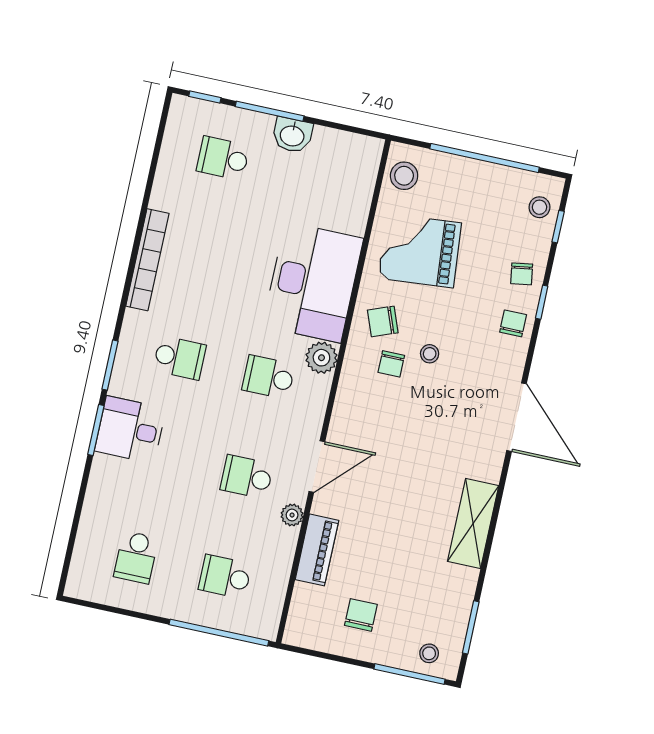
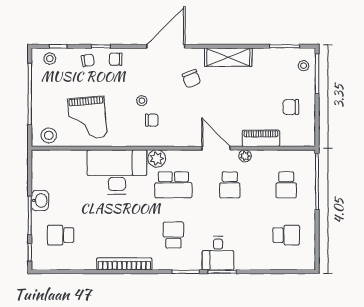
school desk: (223, 158) -> (61, 235), turned 90
chair: (383, 321) -> (191, 79), moved
school desk: (268, 377) -> (173, 185), width x1.85

